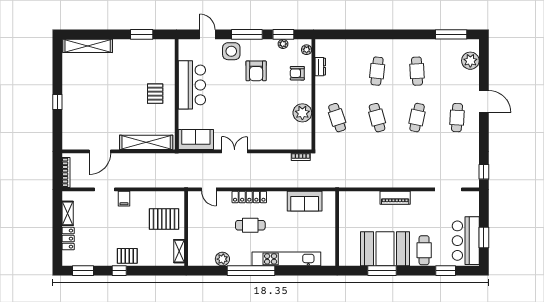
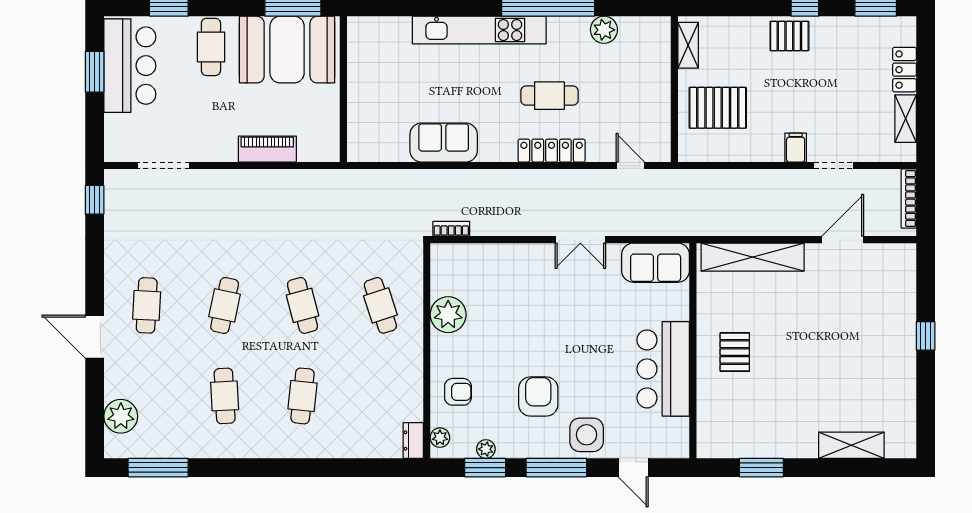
shelving: (88, 46) -> (851, 445), width x0.68
dresser: (320, 67) -> (413, 440), moved
wall: (337, 229) -> (343, 89), moved

